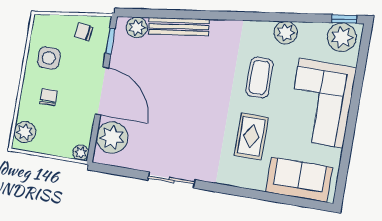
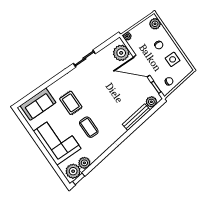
plant: (286, 33) -> (84, 163), moved

